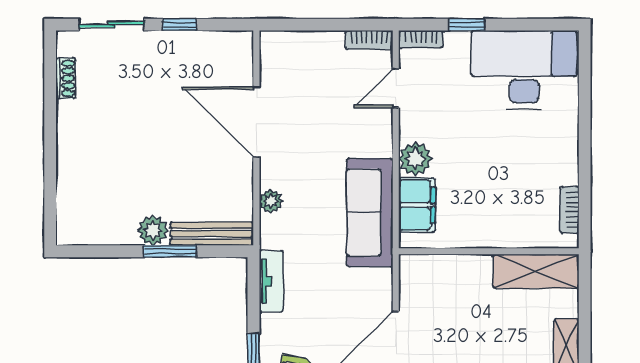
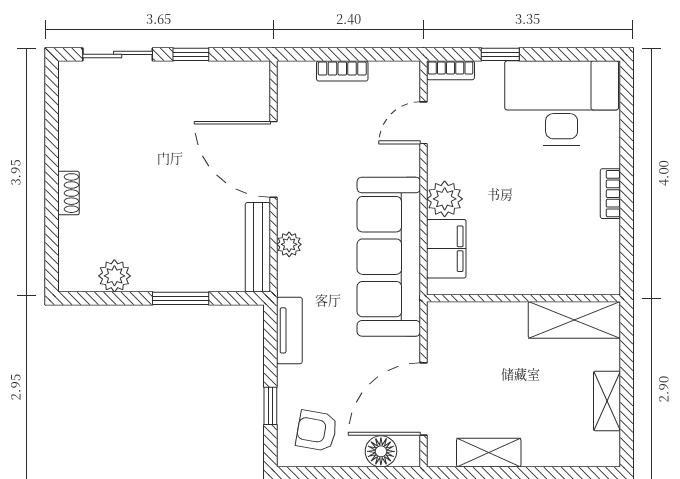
bookcase: (369, 40) -> (342, 71), moved
shoe rack: (66, 78) -> (69, 193), moved
bookcase: (570, 210) -> (610, 194), moved
sofa: (370, 213) -> (389, 257), width x1.36, depth x1.27
plant: (153, 230) -> (114, 276), moved
bench: (212, 234) -> (258, 247), moved, turned 90

